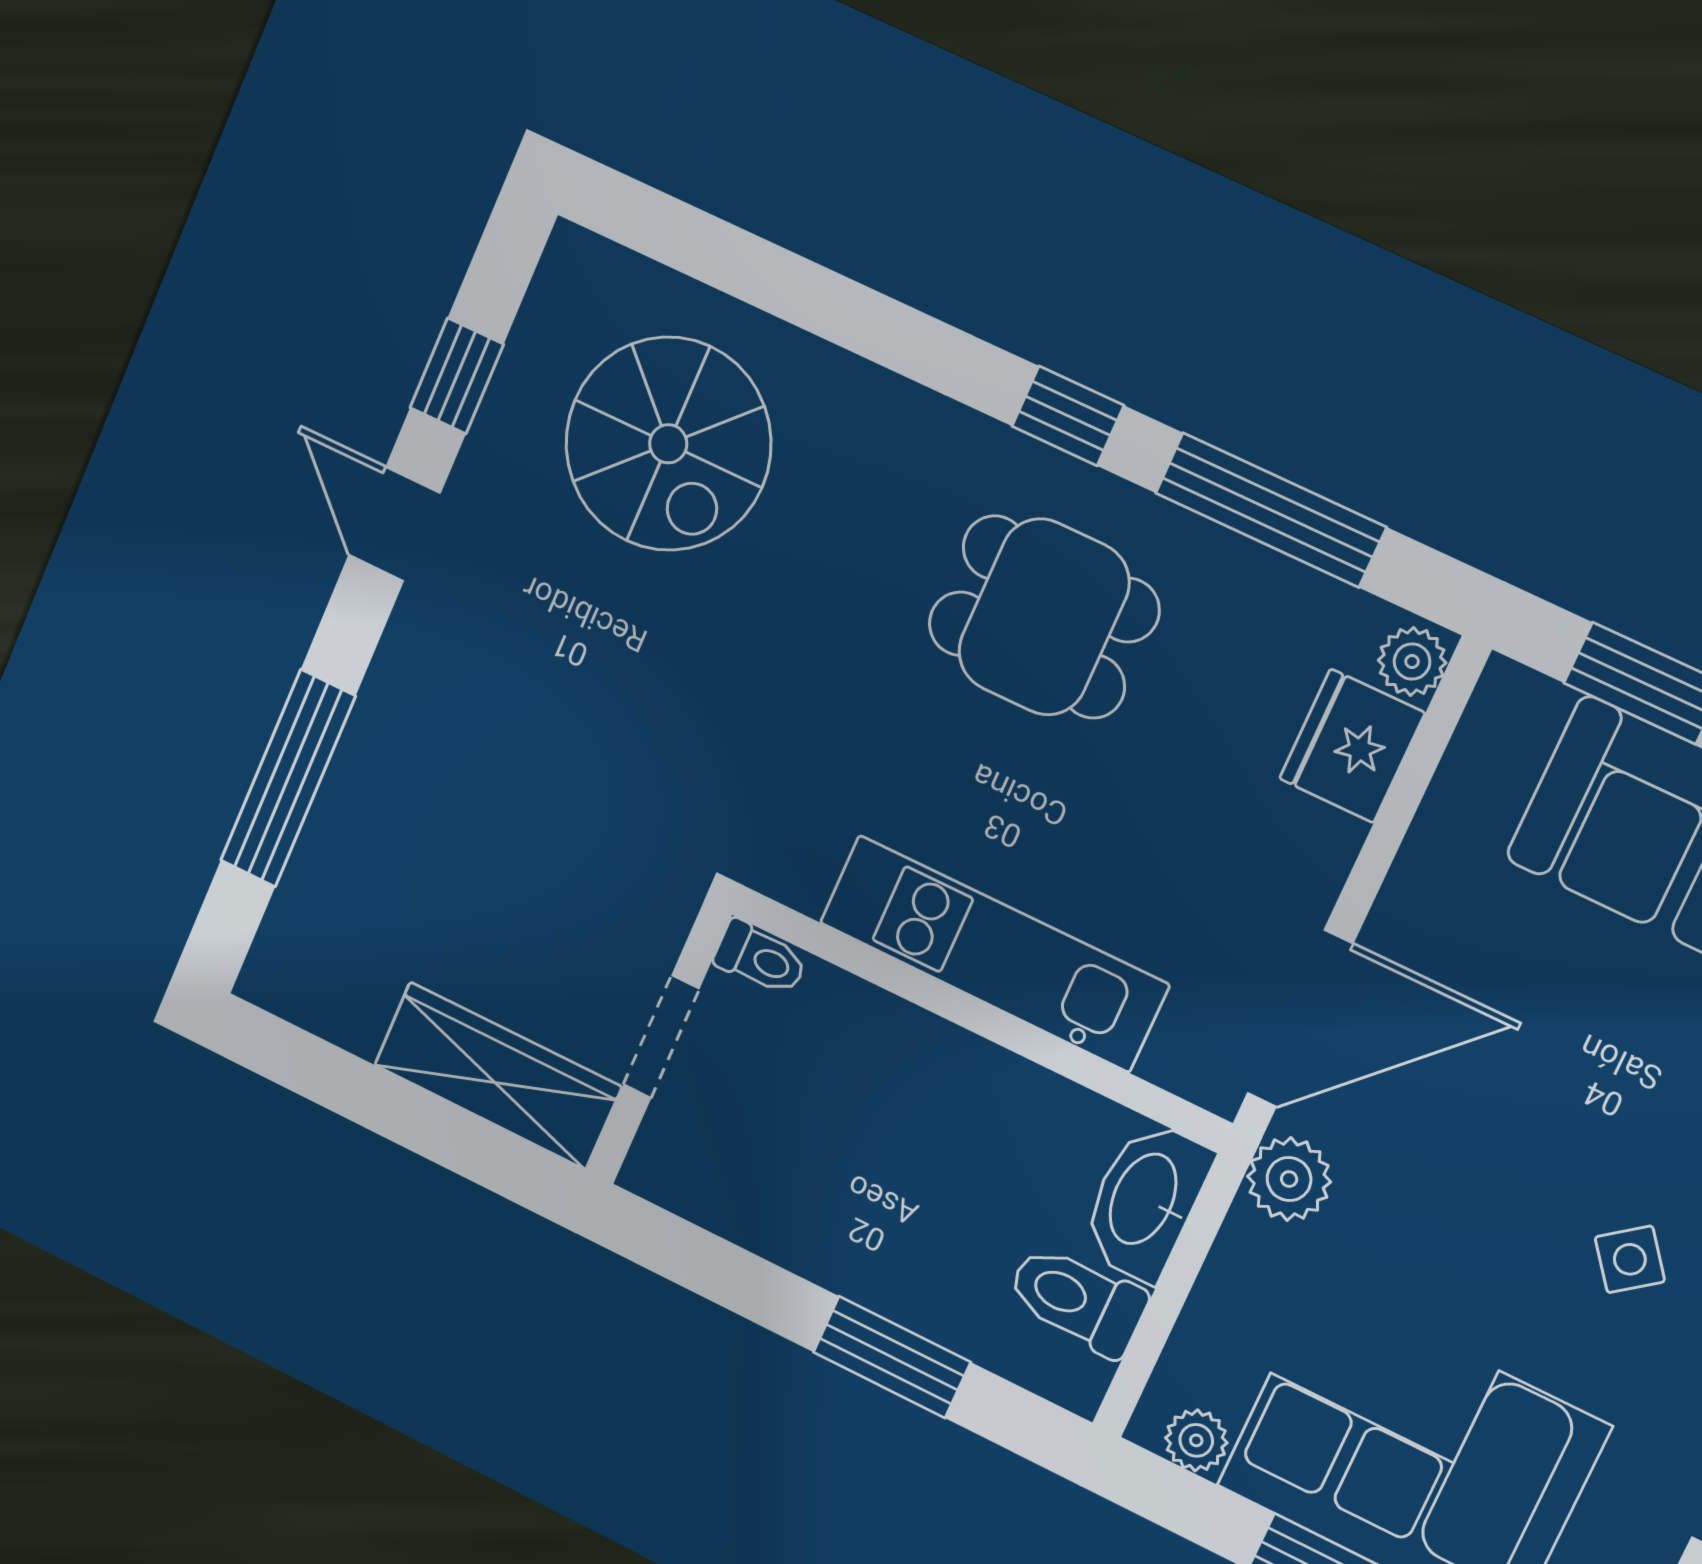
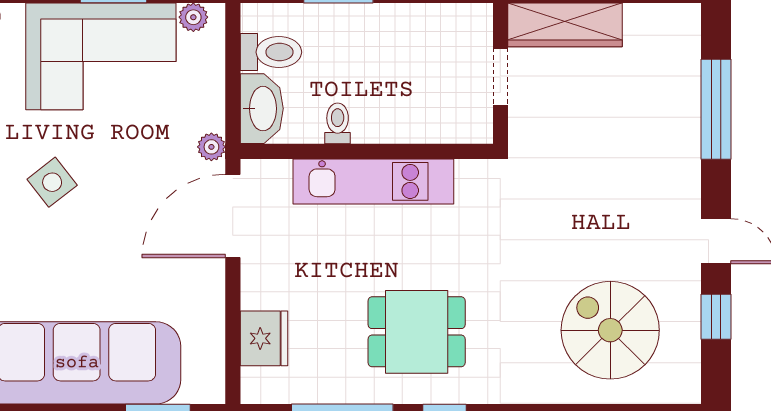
plant: (1412, 661) -> (256, 384), removed
toilet: (760, 958) -> (338, 123), moved, turned 90
plant: (1289, 1179) -> (211, 147), width x0.73, depth x0.73
side table: (1630, 1259) -> (52, 182), width x1.37, depth x1.37

